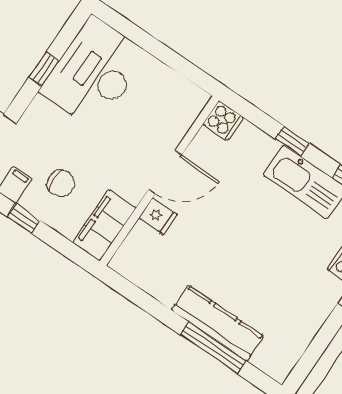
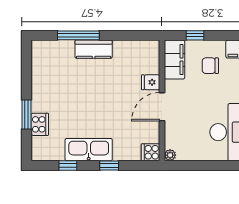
plant: (199, 98) -> (170, 155), added
window: (24, 219) -> (195, 35), moved
kitchen counter: (218, 323) -> (94, 49), width x0.67

